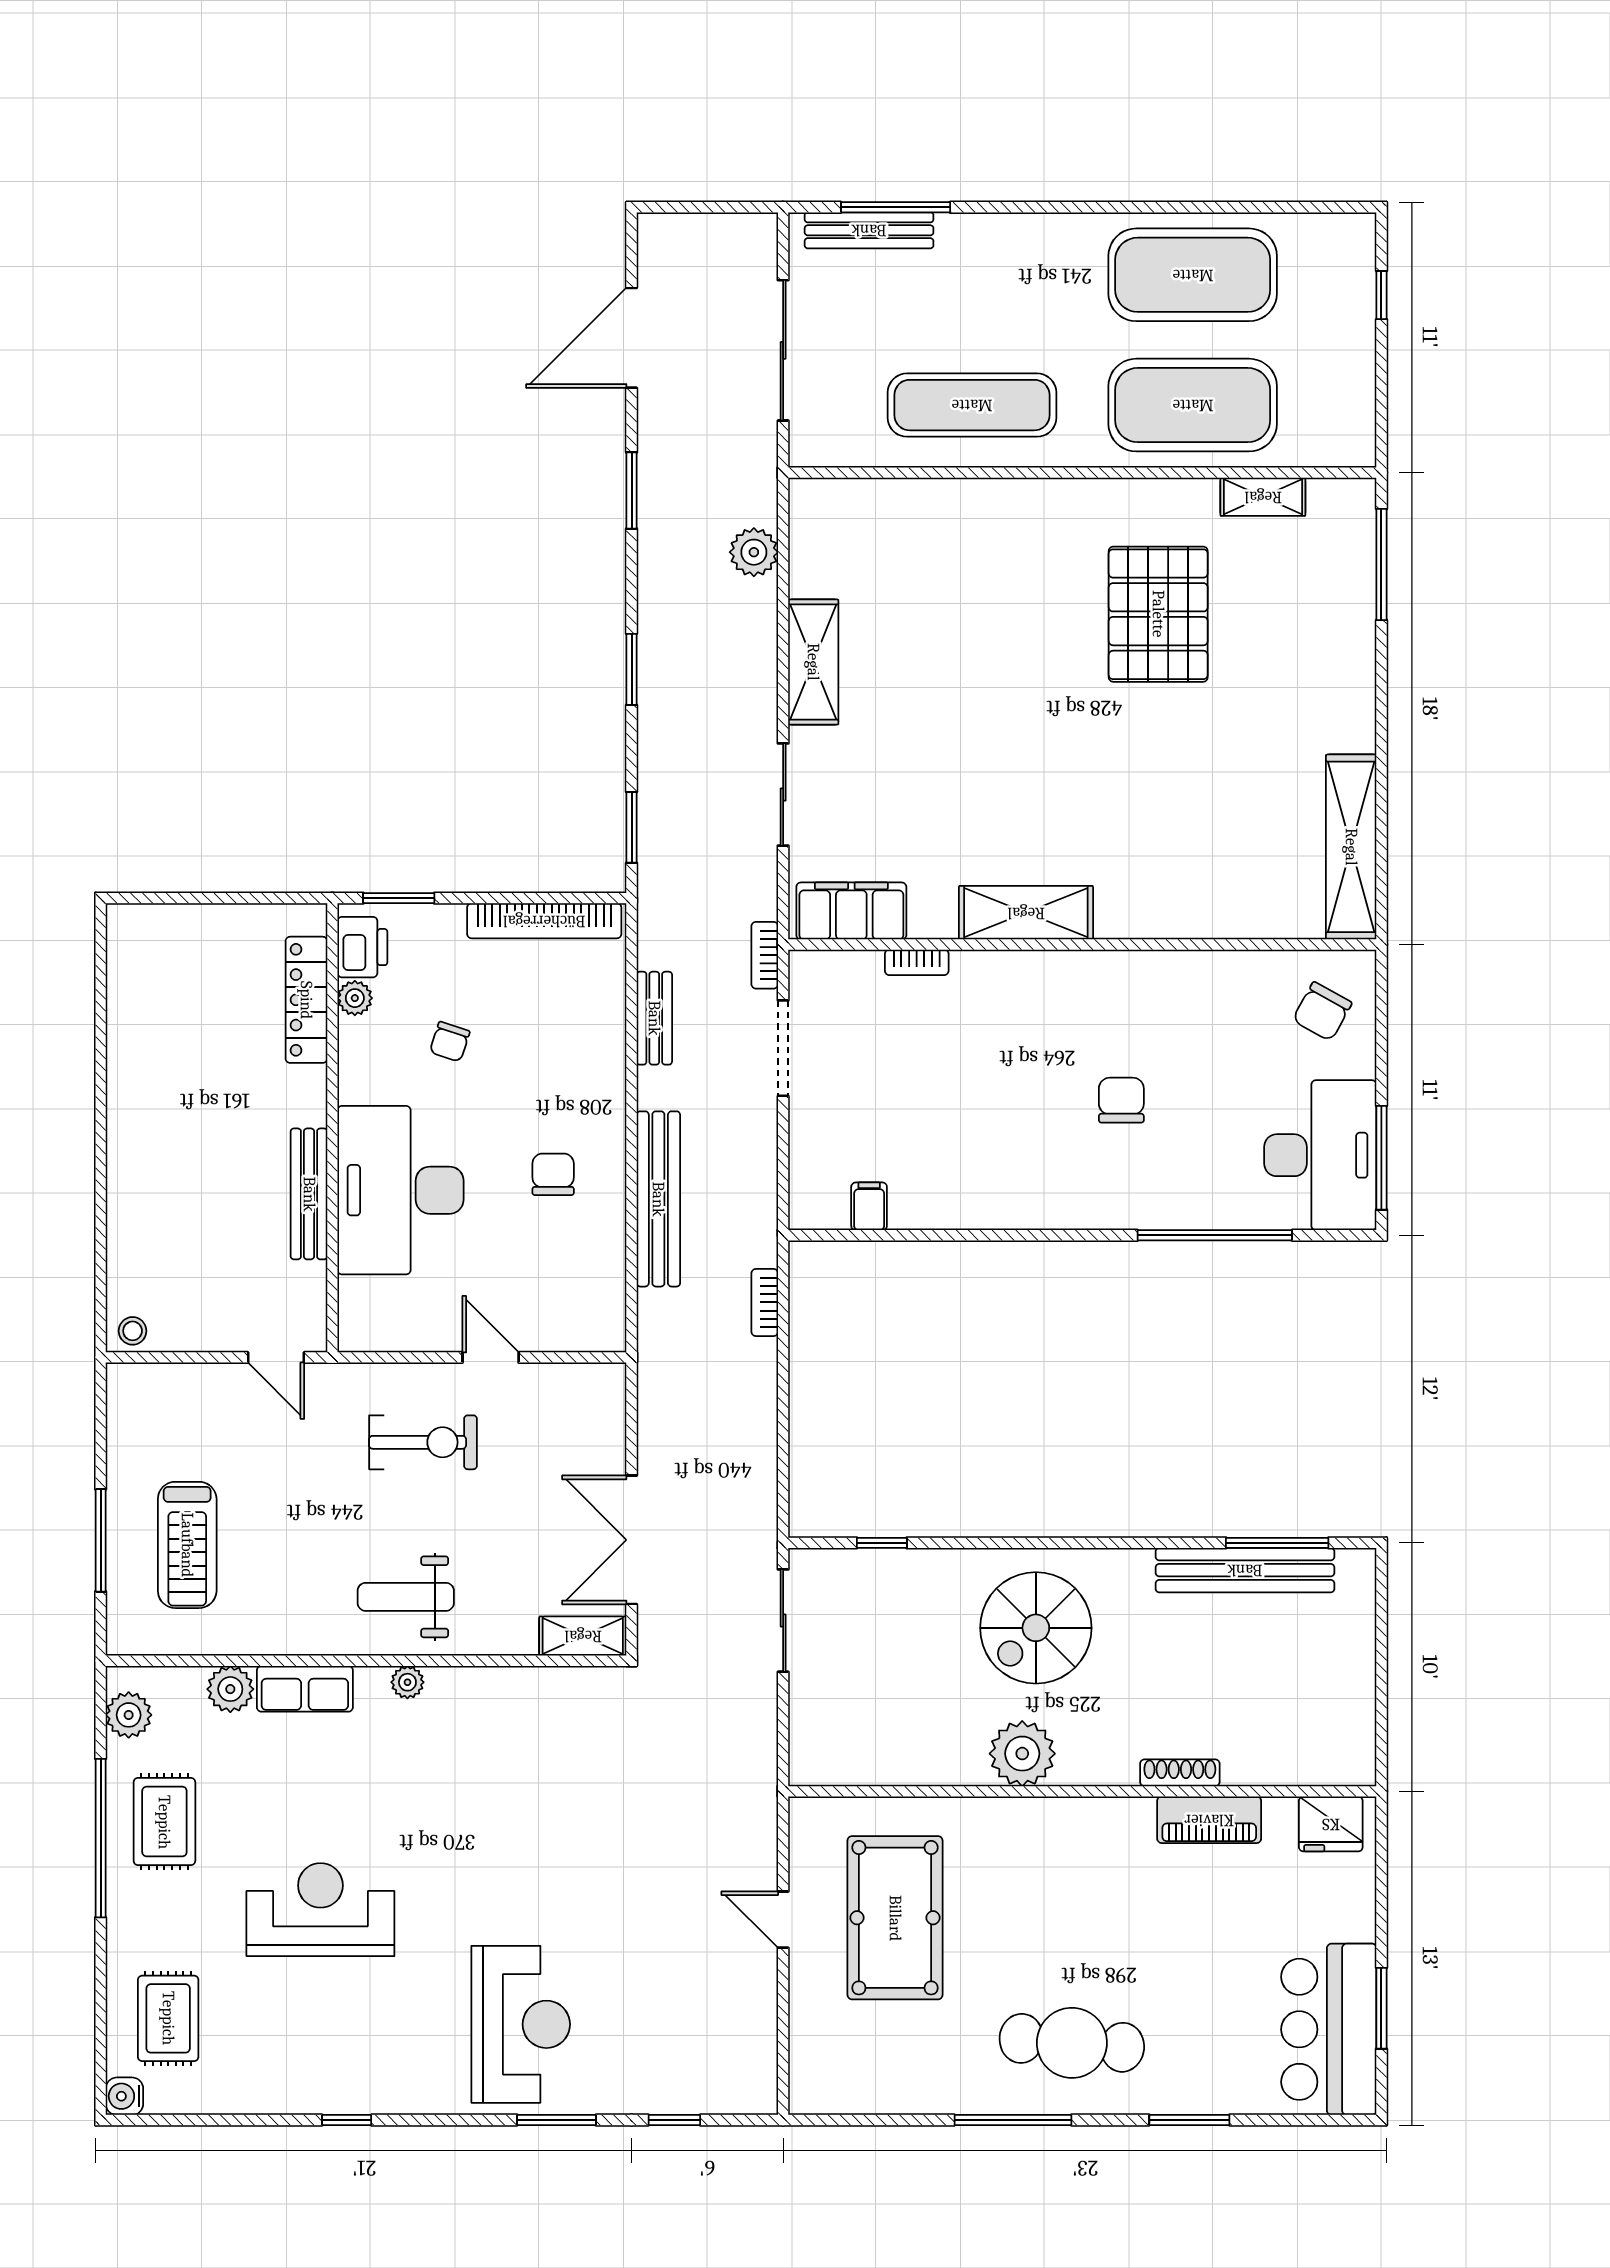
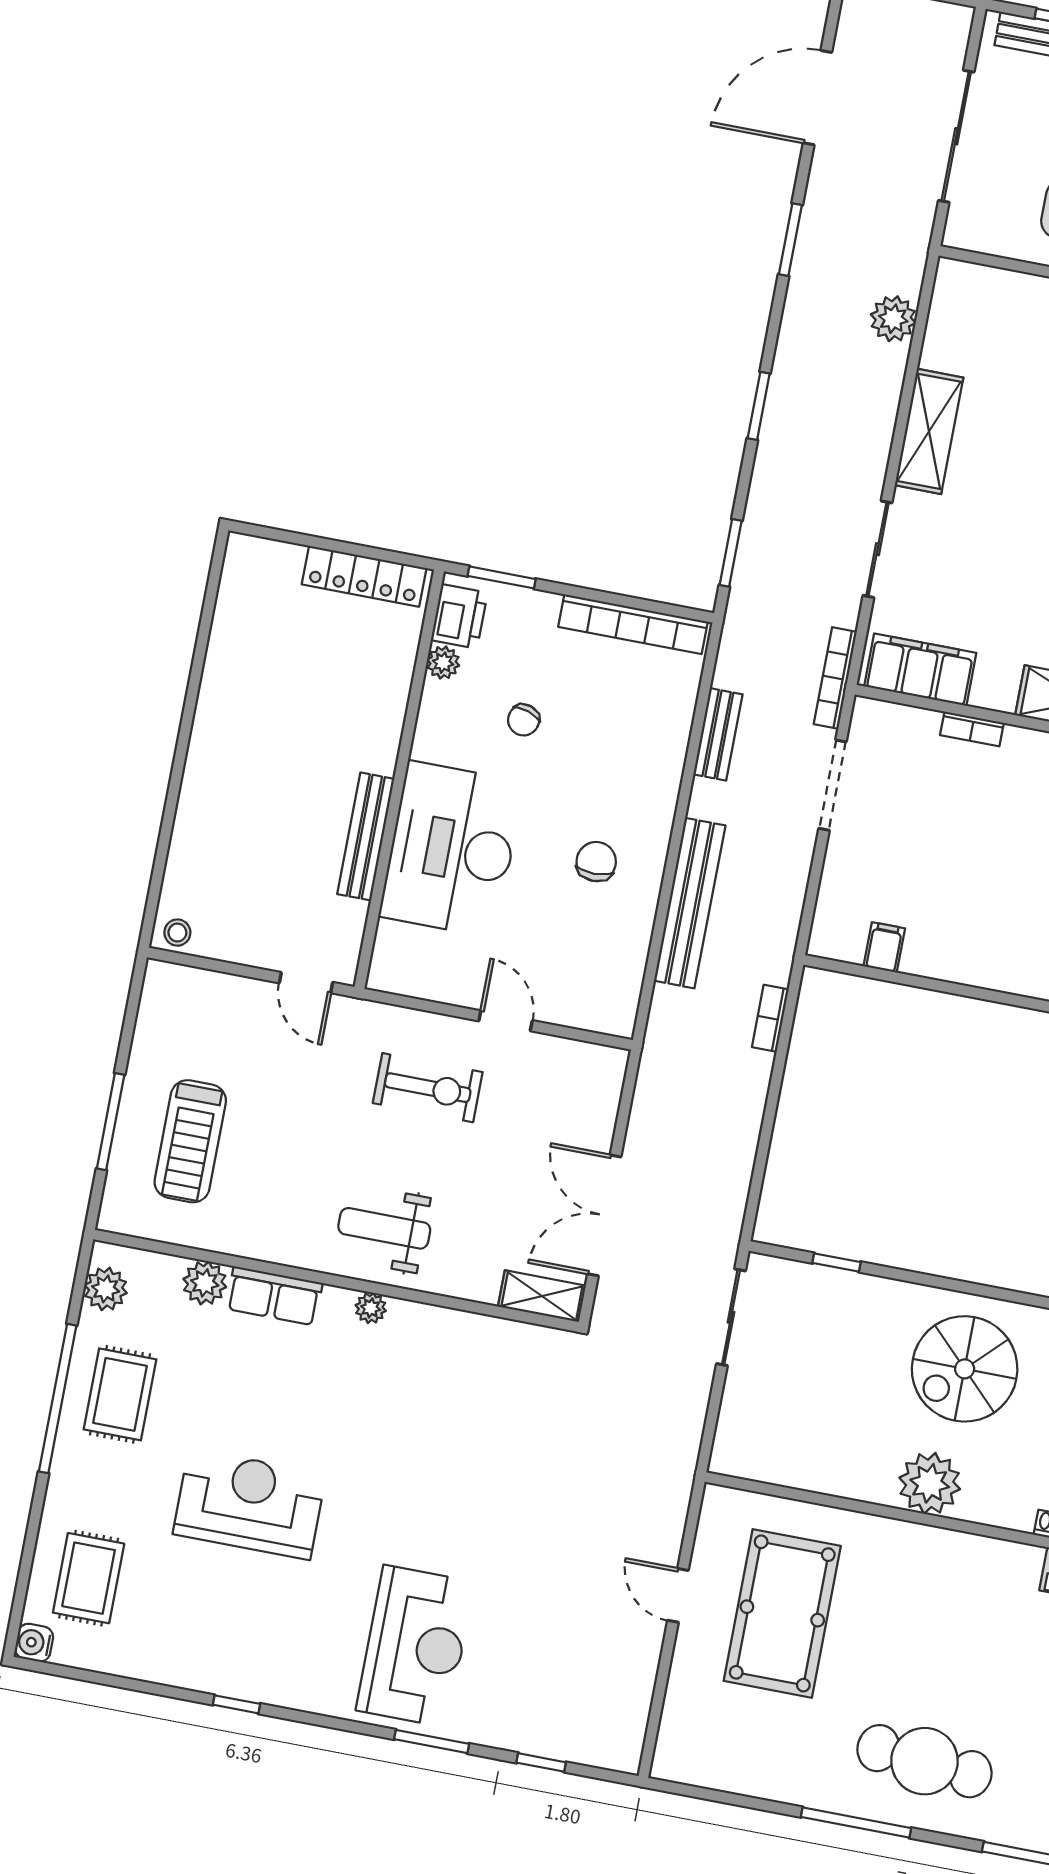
bookcase: (765, 955) -> (835, 678), width x1.56
locker: (306, 1000) -> (364, 576), moved, turned -90

